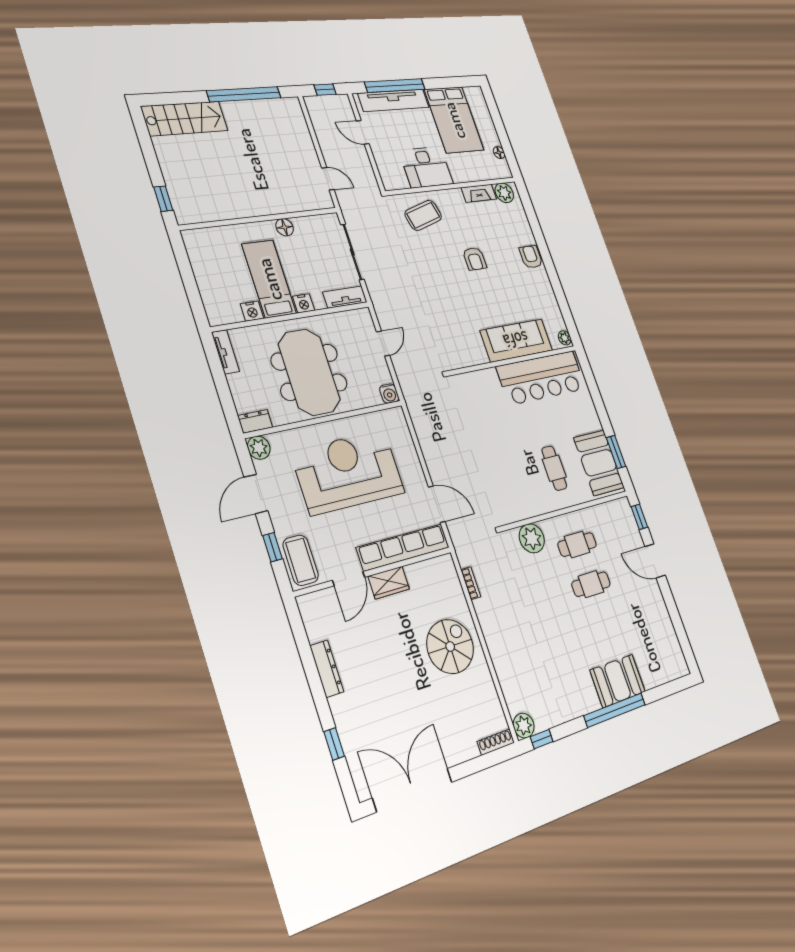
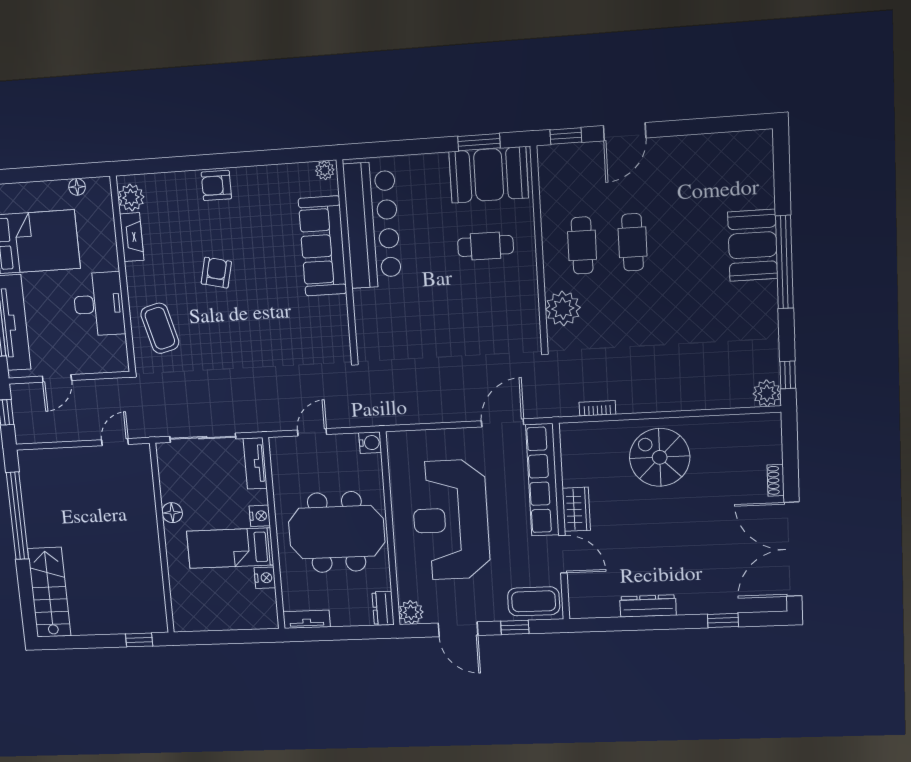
armchair: (475, 259) -> (216, 273), turned -77
door: (383, 344) -> (312, 432), hinge flipped
shoe rack: (496, 742) -> (776, 480), moved, width x0.70

